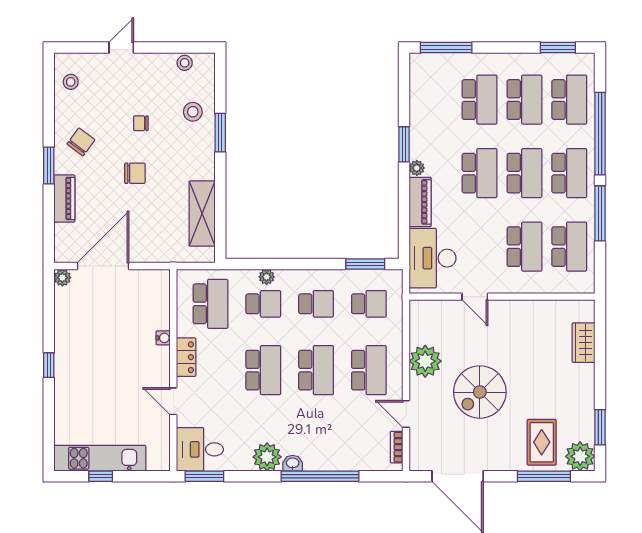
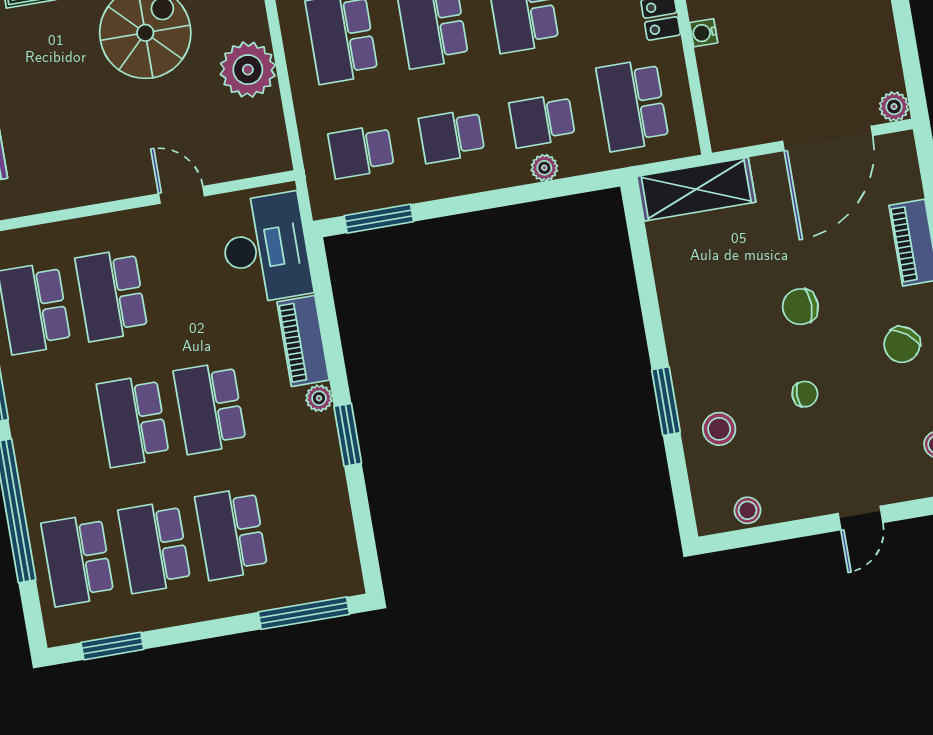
school desk: (569, 173) -> (56, 434), removed
shelving: (202, 214) -> (696, 189), moved, turned 90

